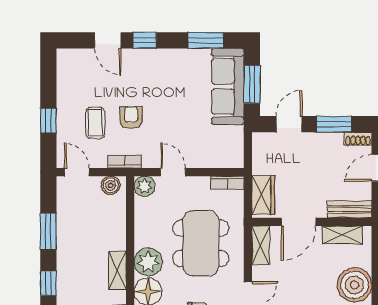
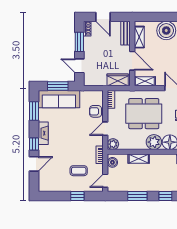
fireplace: (165, 57) -> (43, 133), added
armchair: (131, 118) -> (96, 111), moved
shelving: (117, 270) -> (139, 159), moved

